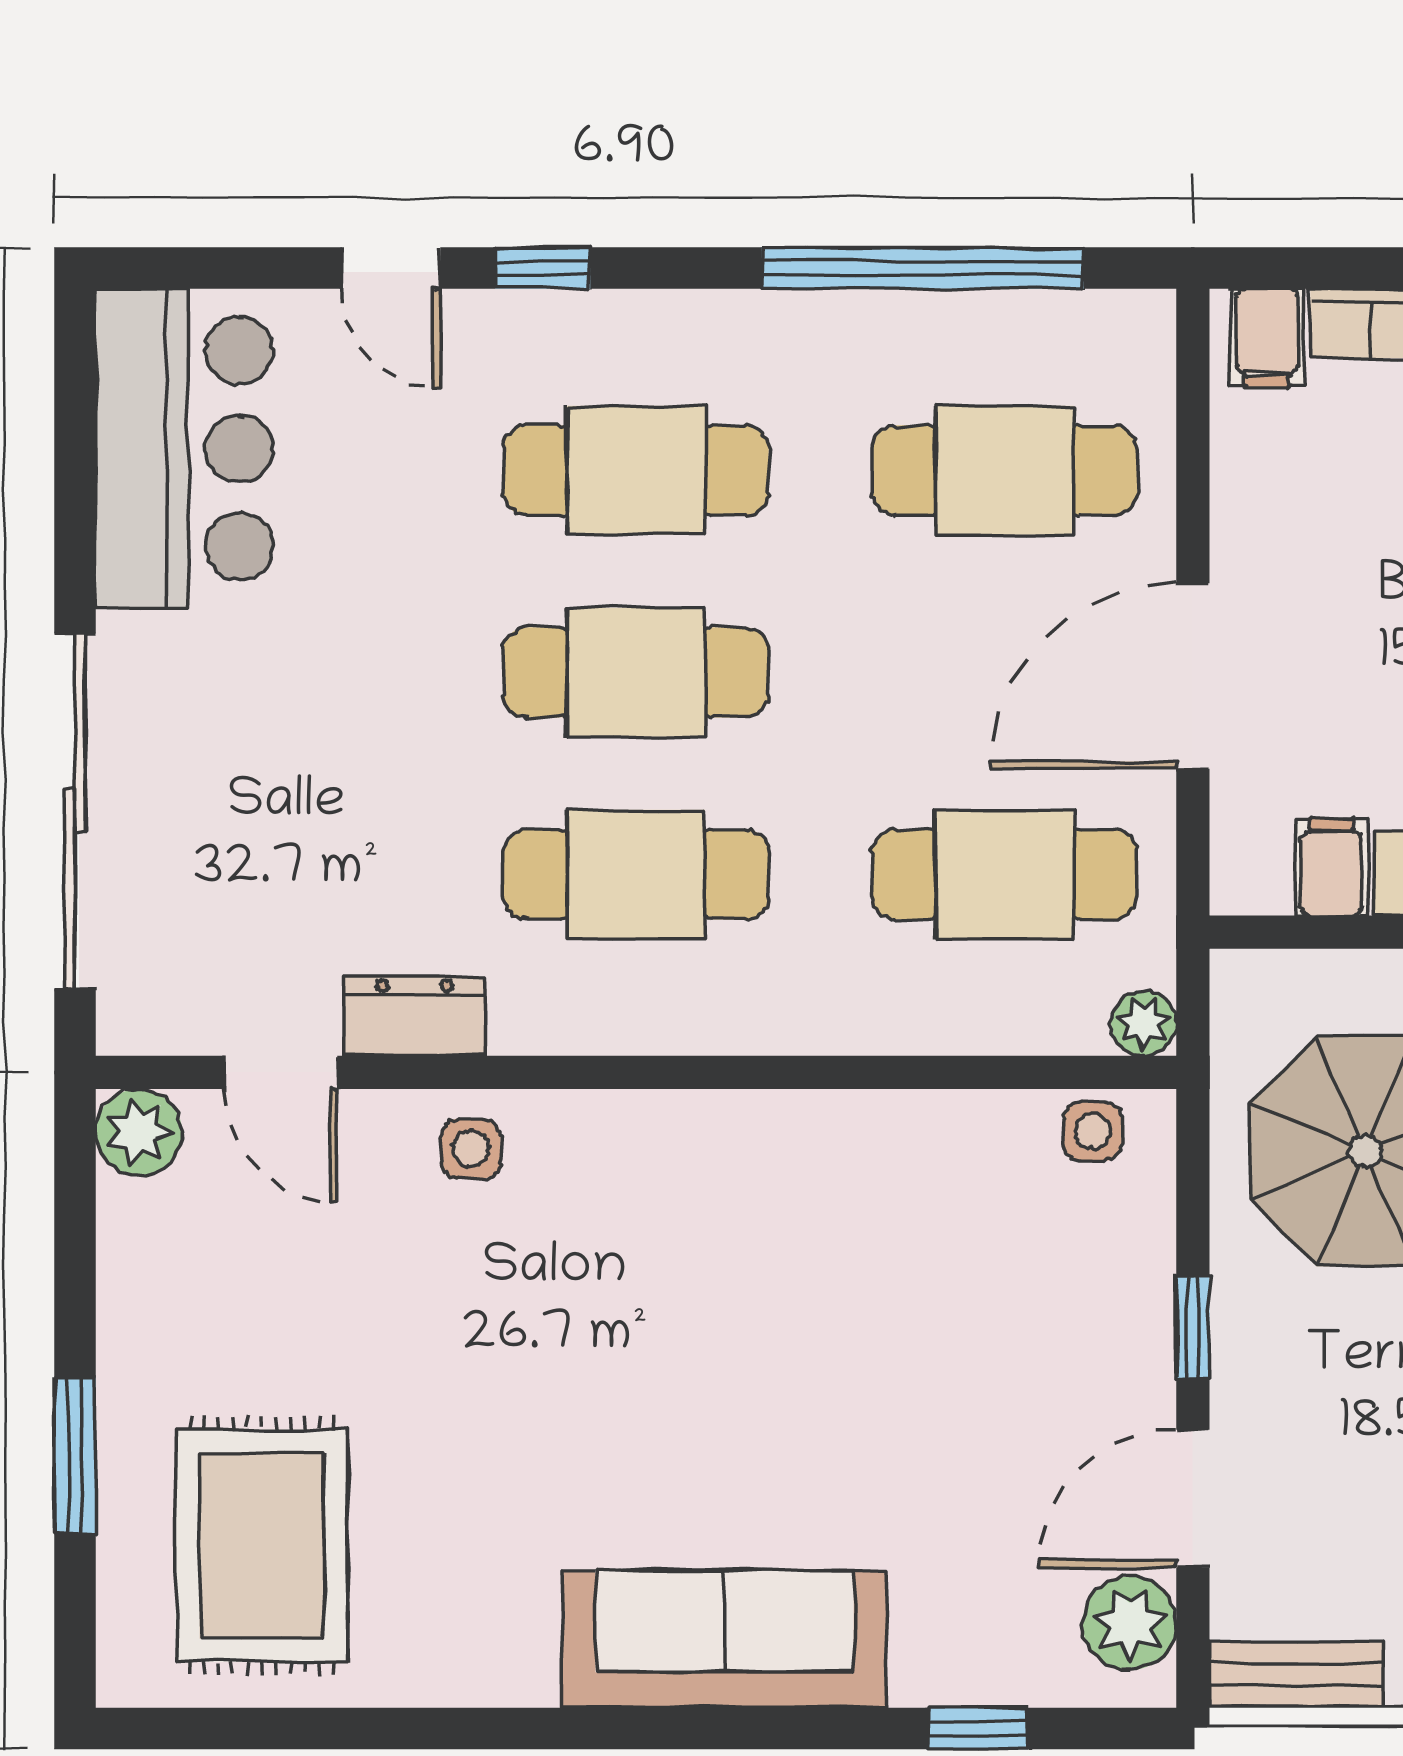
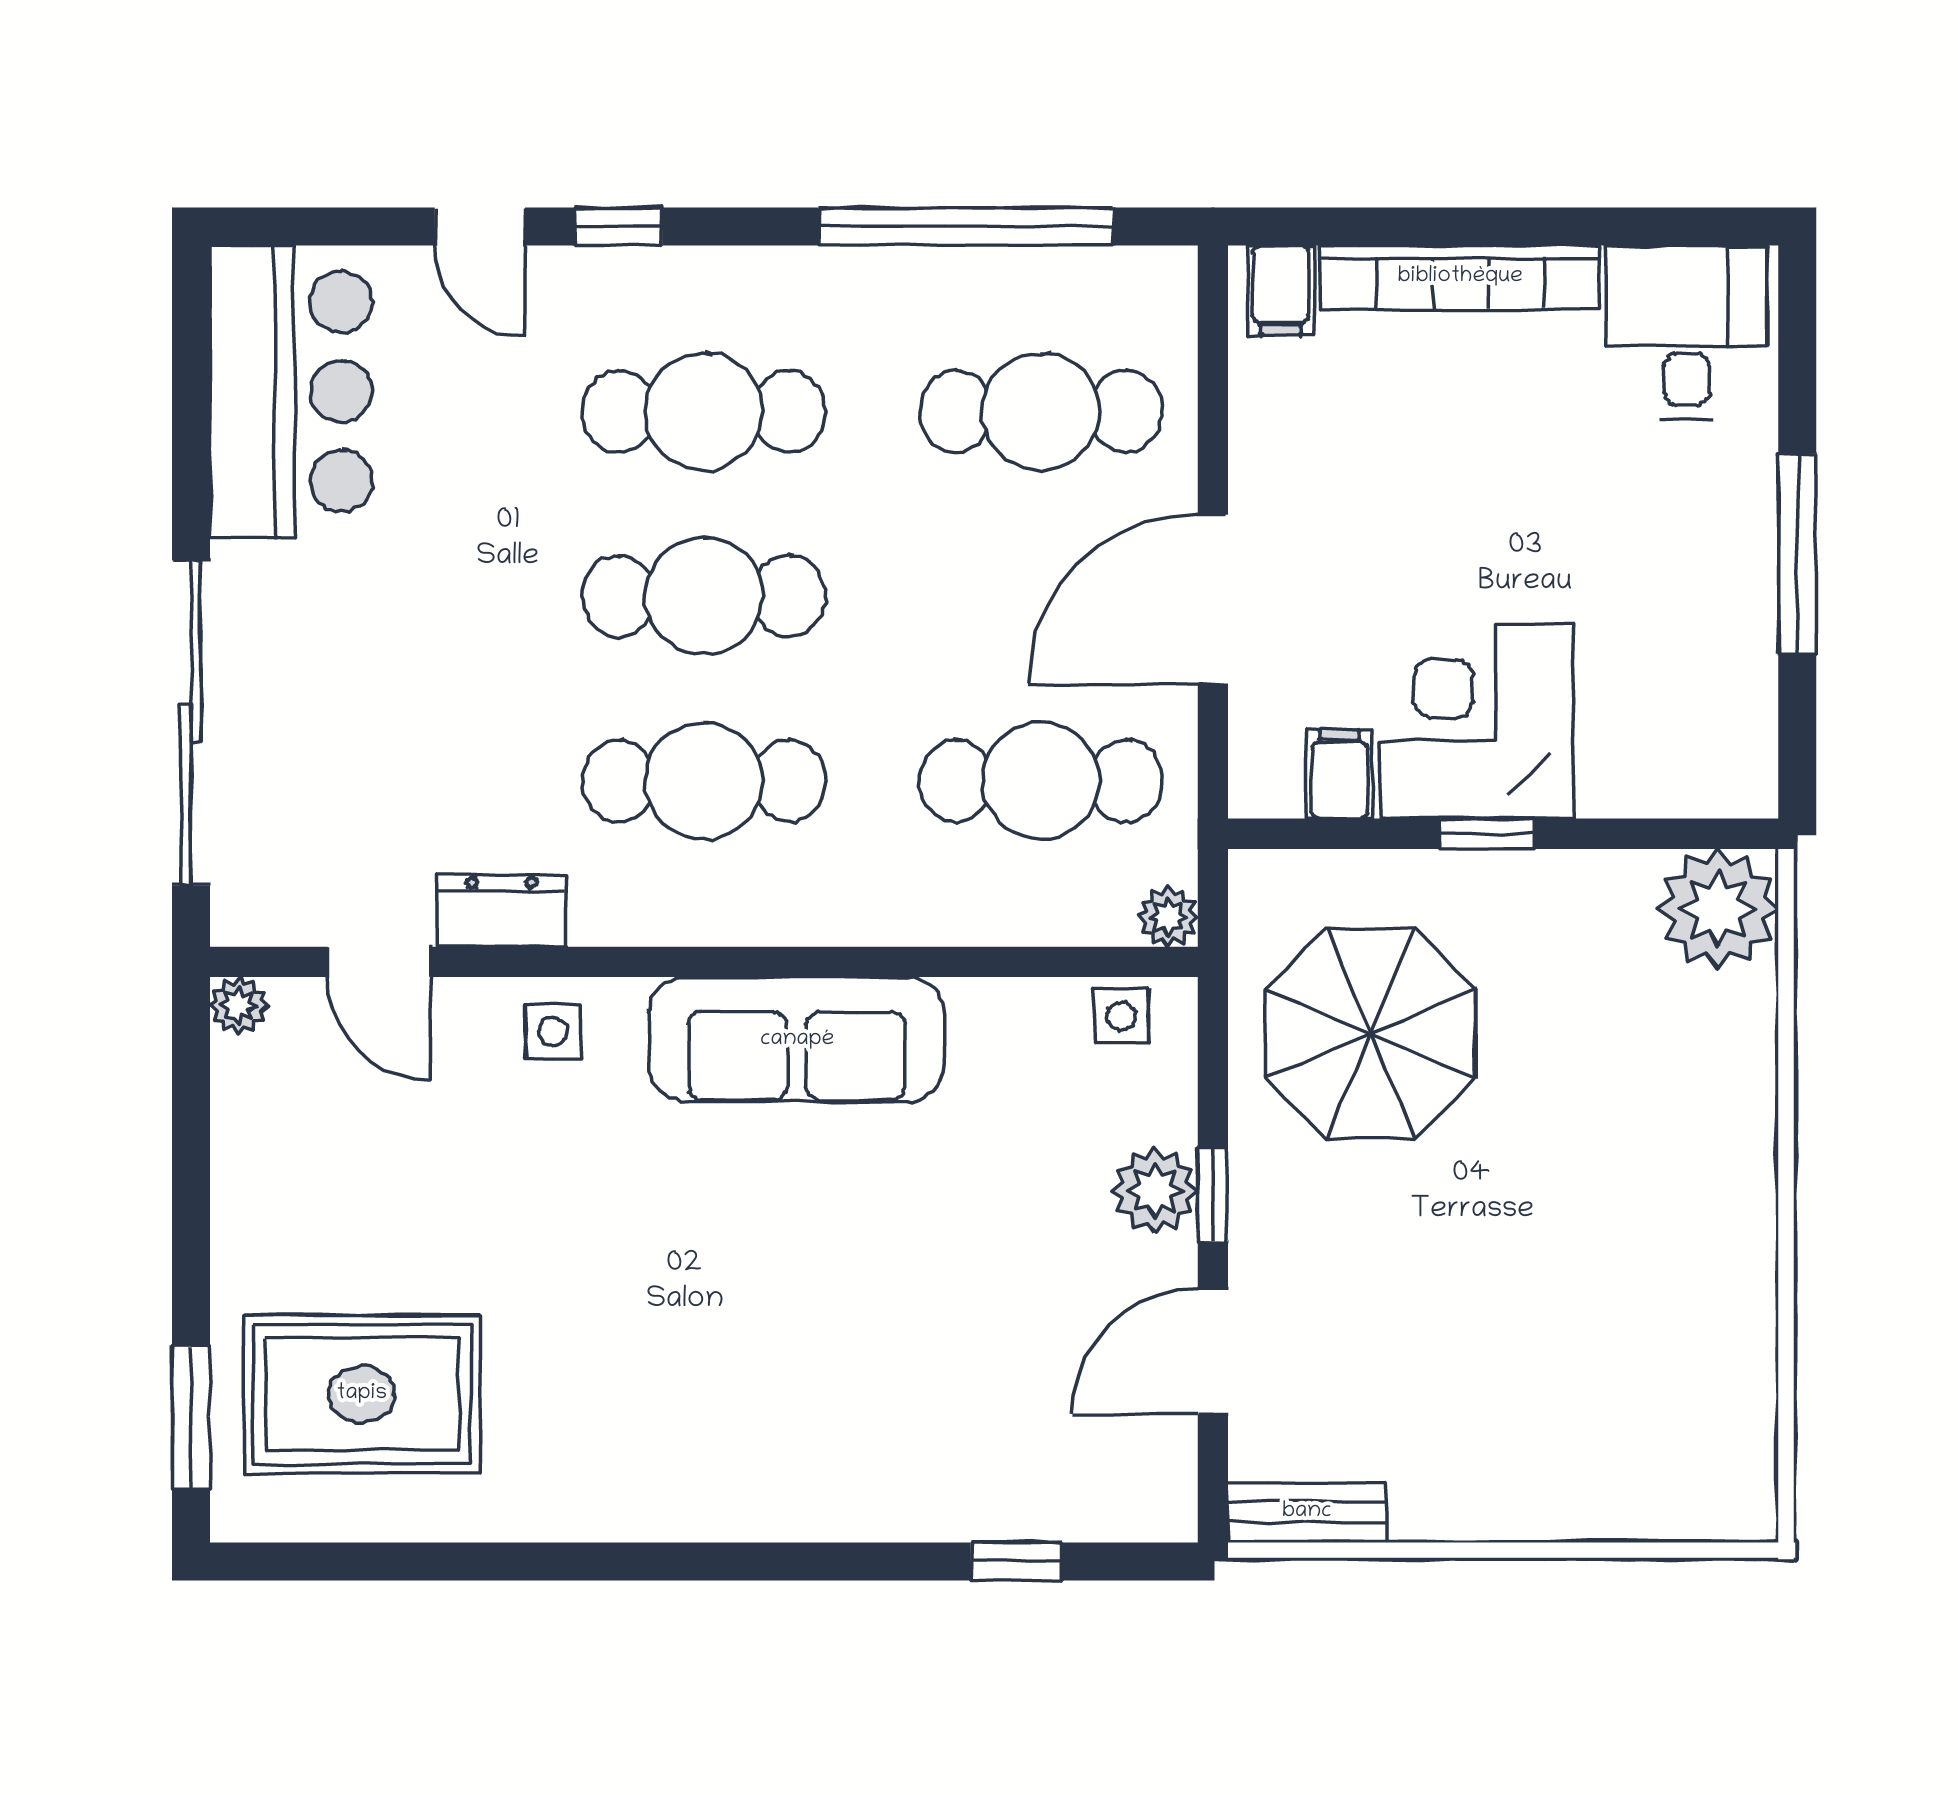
plant: (139, 1132) -> (239, 1006), width x0.73, depth x0.73
window: (75, 1456) -> (191, 1418), moved
rug: (262, 1546) -> (362, 1394), turned 90
plant: (1129, 1623) -> (1155, 1191), moved
sofa: (725, 1639) -> (797, 1040), moved, turned 180

